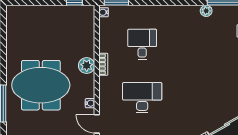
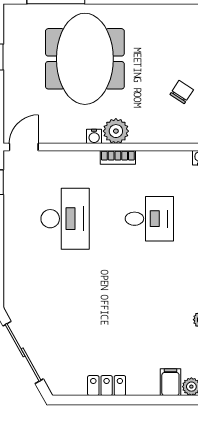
chair: (62, 24) -> (182, 92), added
water cooler: (90, 103) -> (94, 136), moved

